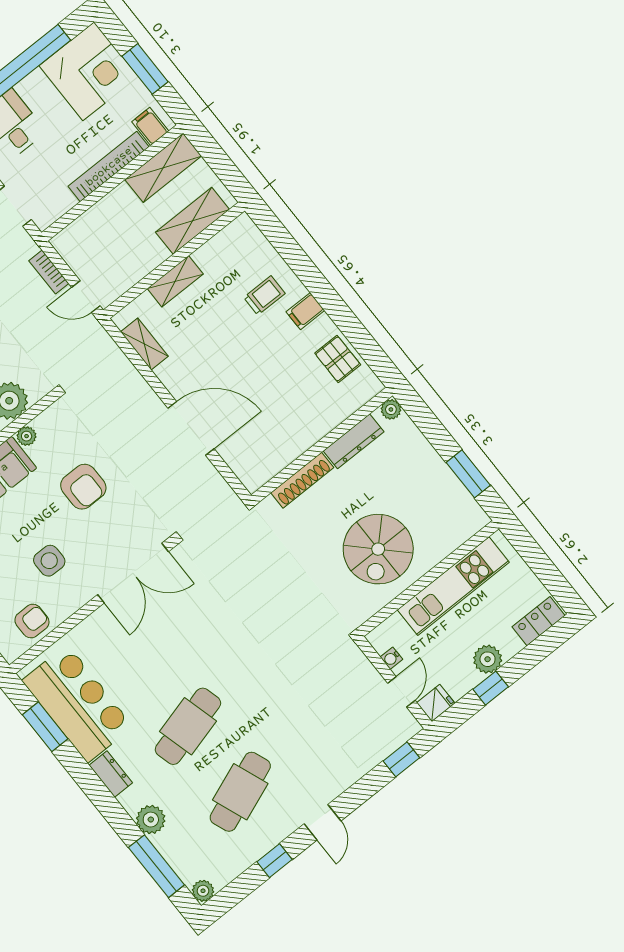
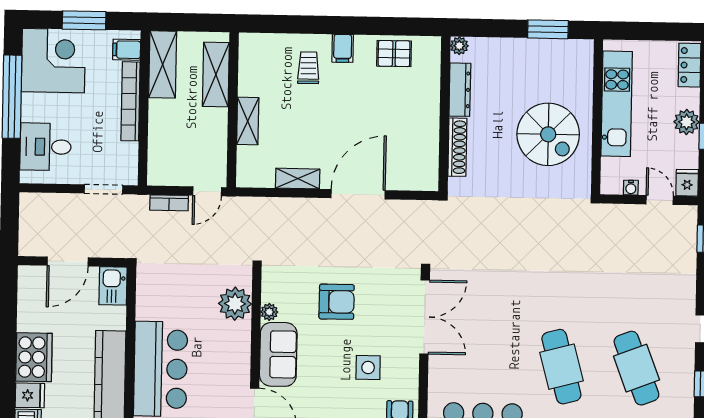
shelving: (144, 344) -> (298, 179), moved

